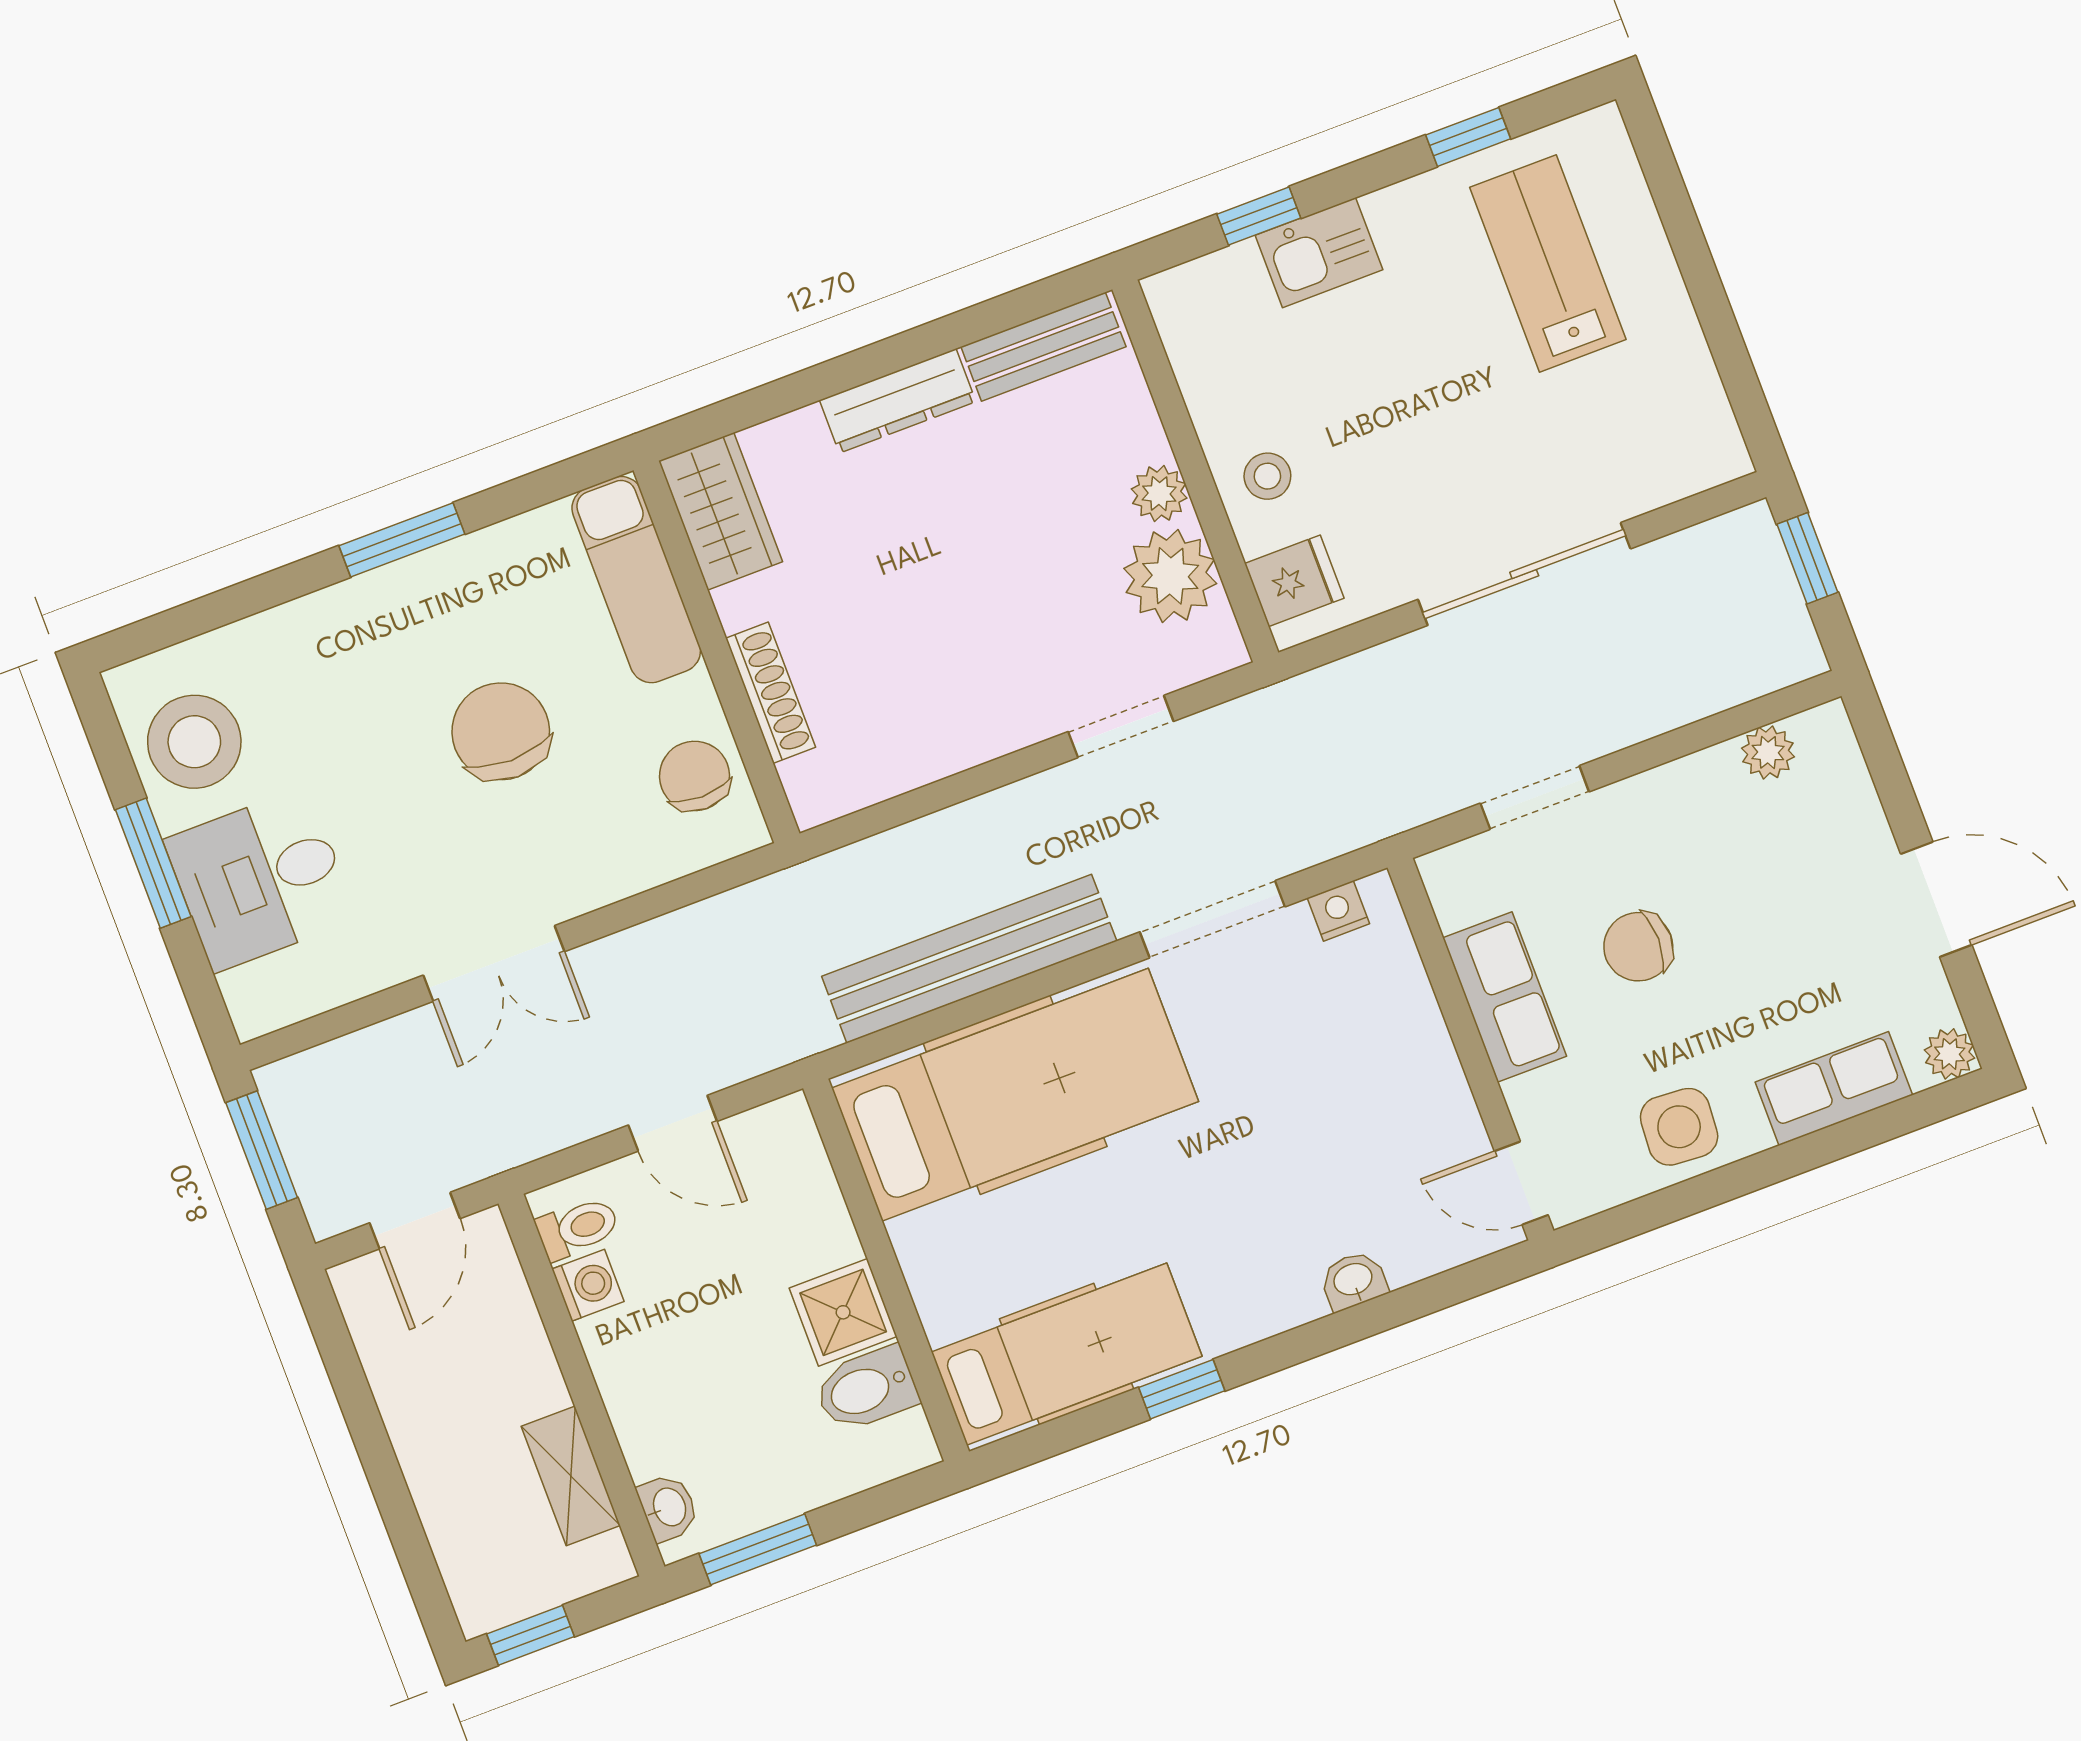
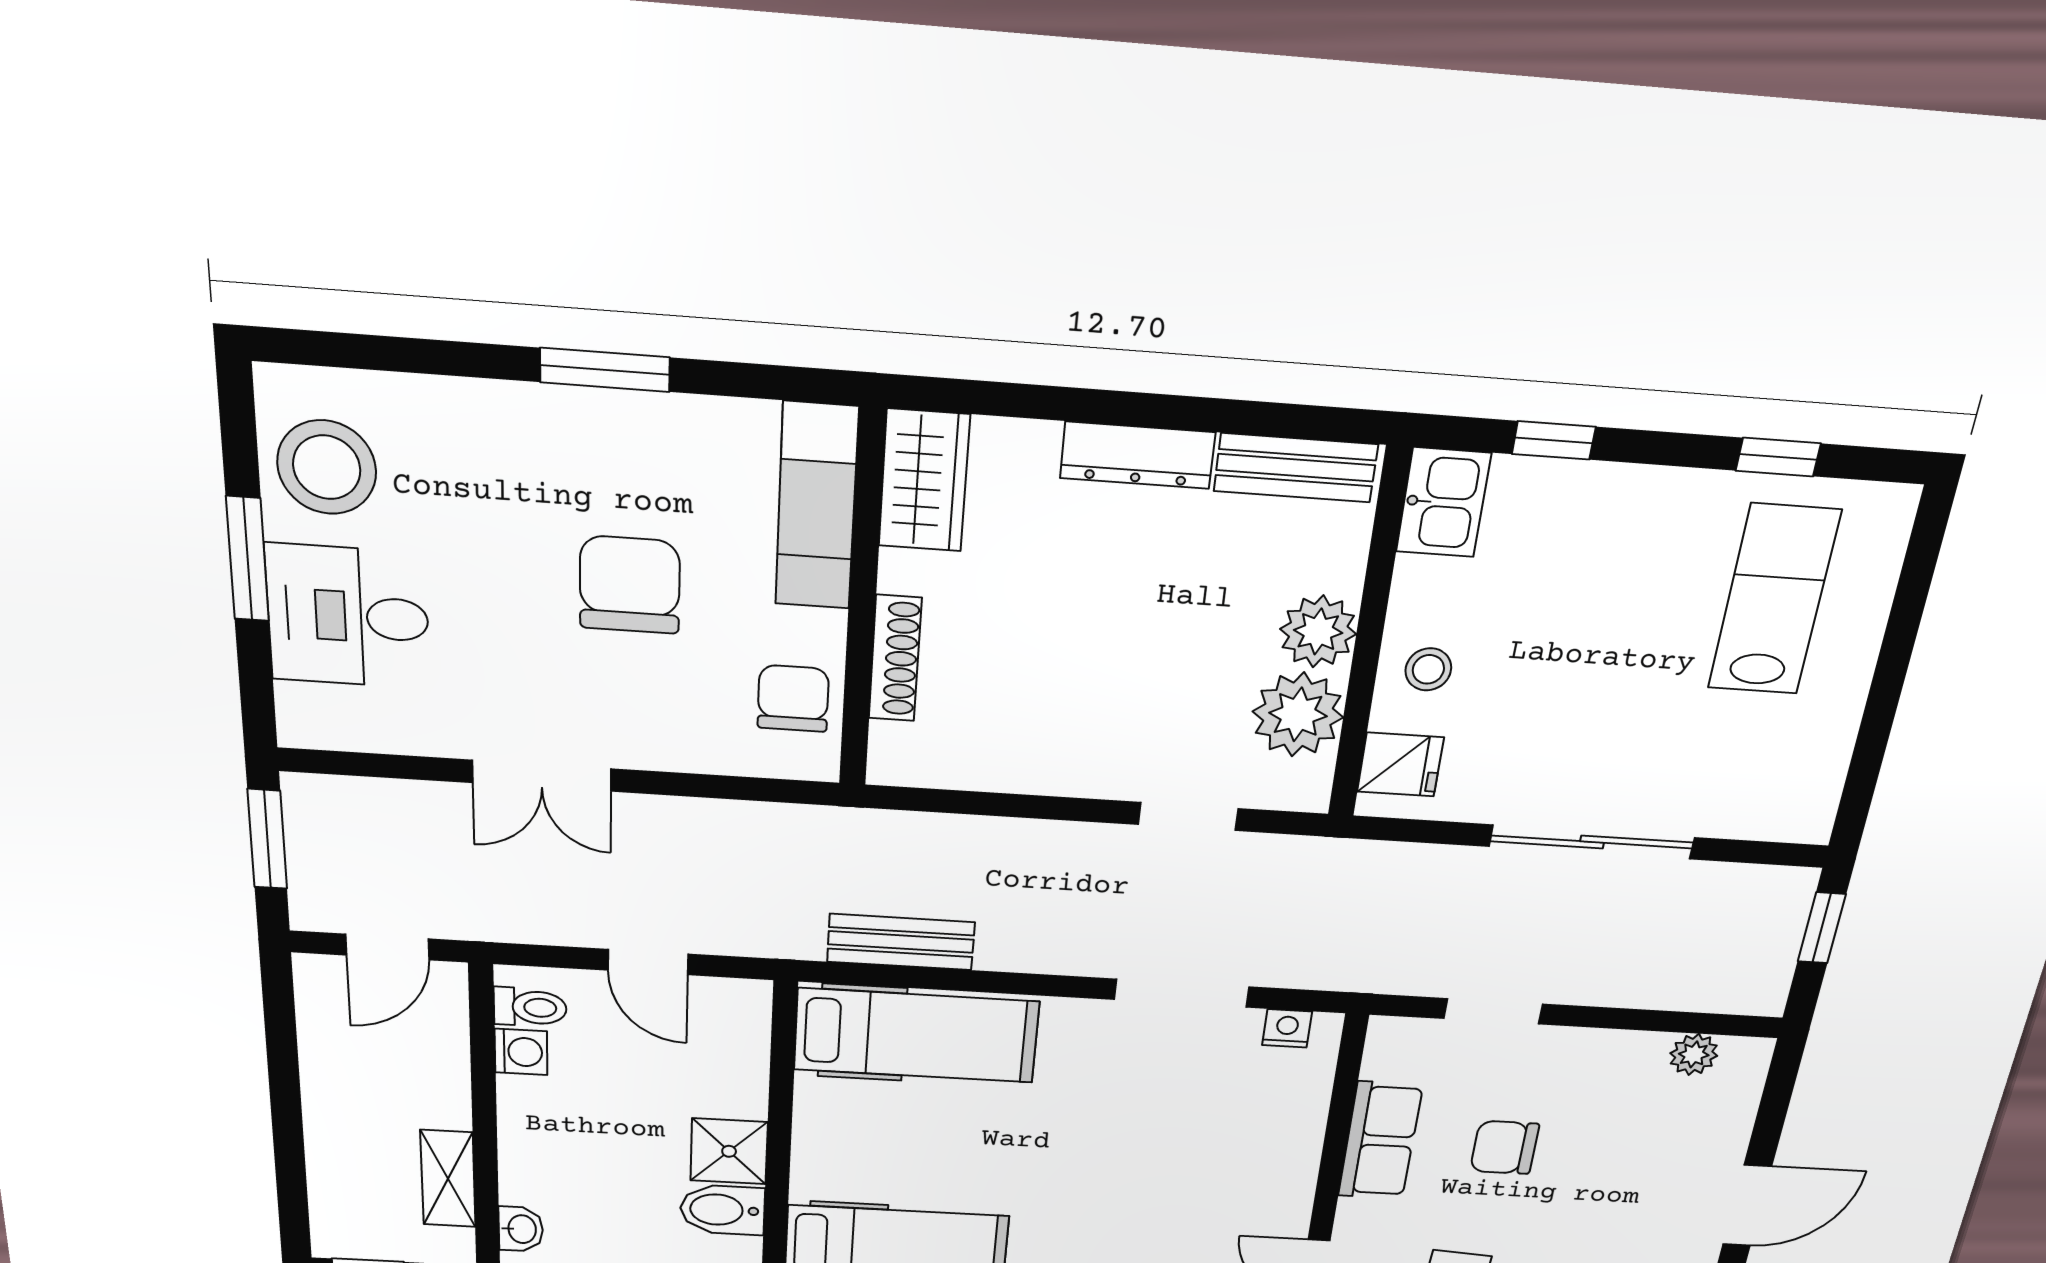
kitchen sink: (1319, 253) -> (1443, 502), moved, turned -90
plant: (1159, 494) -> (1318, 631), width x1.38, depth x1.38
door: (1936, 899) -> (1747, 1205), hinge flipped
bench: (969, 959) -> (901, 942), width x0.54, depth x0.82
hospital bed: (1015, 1095) -> (916, 1036), width x0.73, depth x0.78

